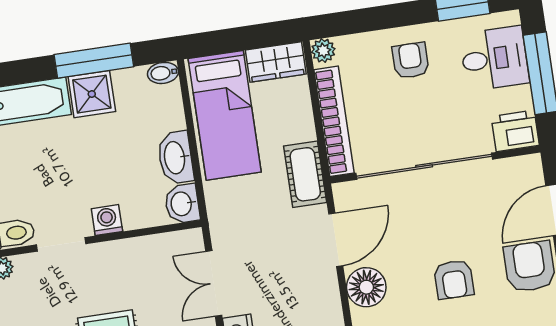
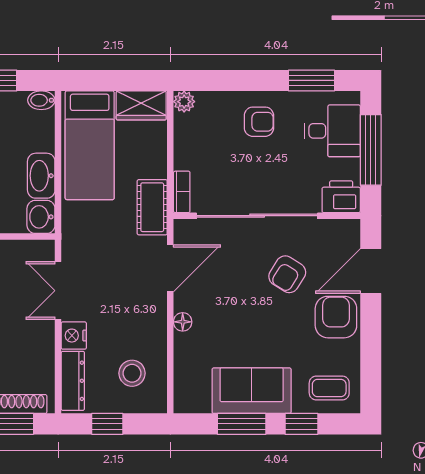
armchair: (411, 61) -> (259, 122), turned 90
bookcase: (334, 121) -> (182, 192), width x0.43, depth x0.76
armchair: (454, 279) -> (287, 274), moved, turned 32
floor lamp: (366, 287) -> (183, 322), width x0.53, depth x0.53

